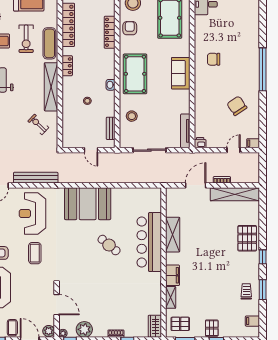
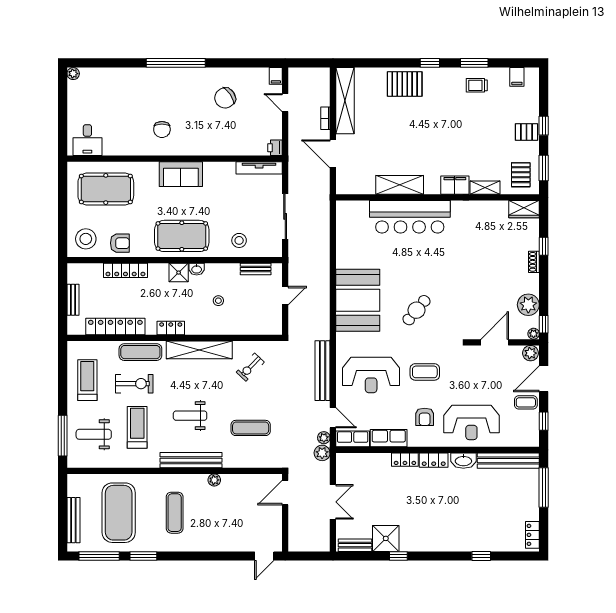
armchair: (130, 28) -> (120, 243), turned 180
shower: (108, 71) -> (179, 273), added
cafe table: (109, 245) -> (417, 310), moved

